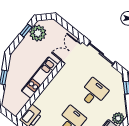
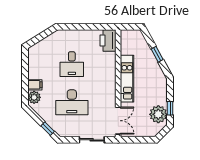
sliding door: (101, 54) -> (92, 140), width x0.73
desk: (94, 93) -> (72, 102), width x1.37

